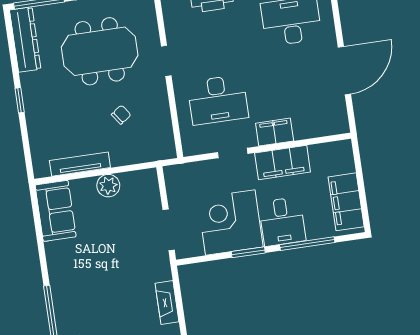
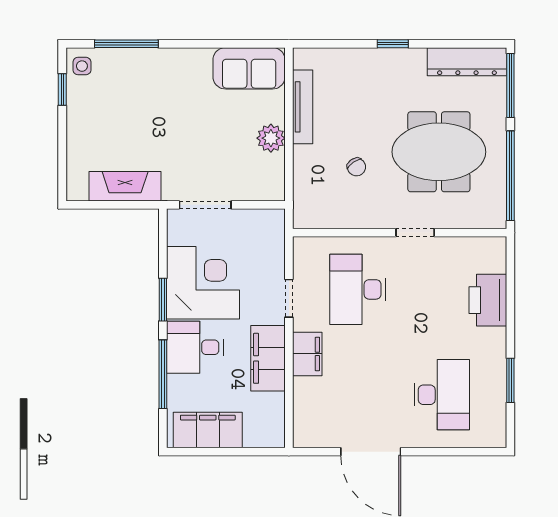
meeting table: (100, 51) -> (439, 152), turned 90
fireplace: (167, 303) -> (125, 186), width x1.37, depth x1.32

